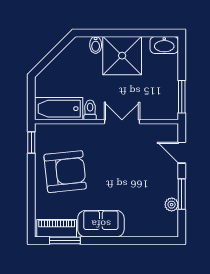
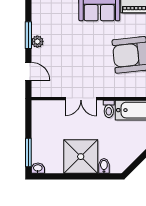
washbasin: (164, 45) -> (38, 168), width x0.52, depth x0.69
window: (182, 97) -> (28, 153), moved
plant: (172, 205) -> (37, 42), moved

